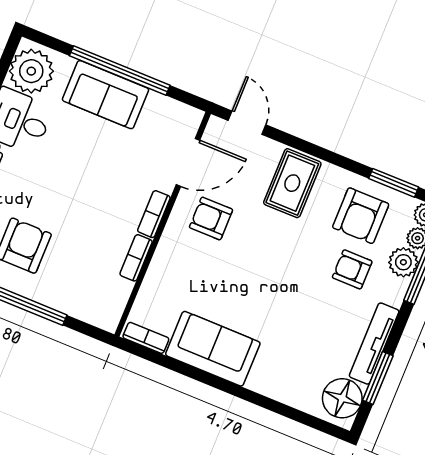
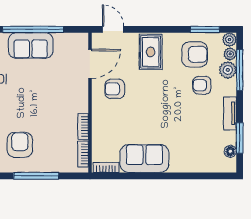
bookcase: (154, 214) -> (83, 154), moved
armchair: (361, 216) -> (195, 54), turned -90
tv unit: (374, 344) -> (230, 113), width x0.71
floor lamp: (342, 398) -> (230, 151), width x0.53, depth x0.53

